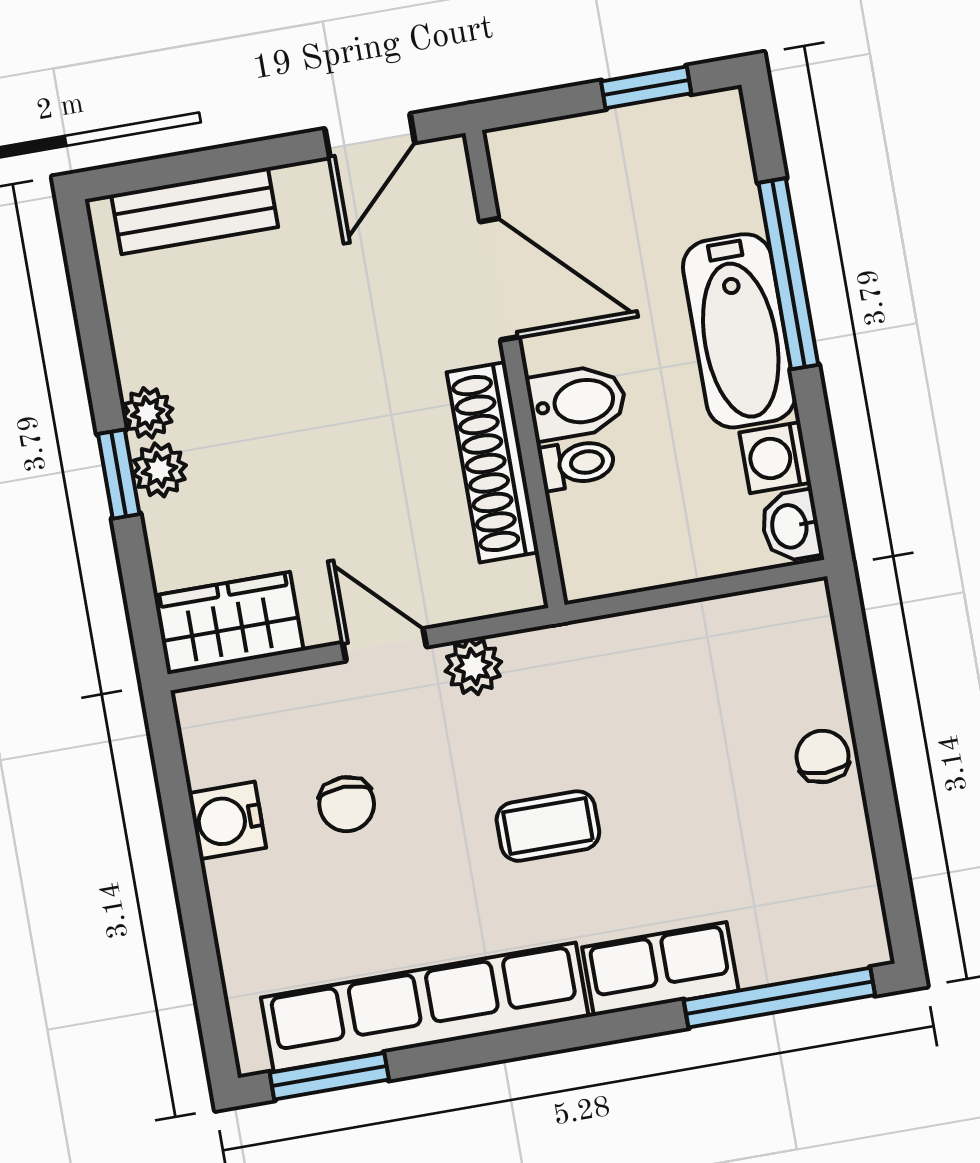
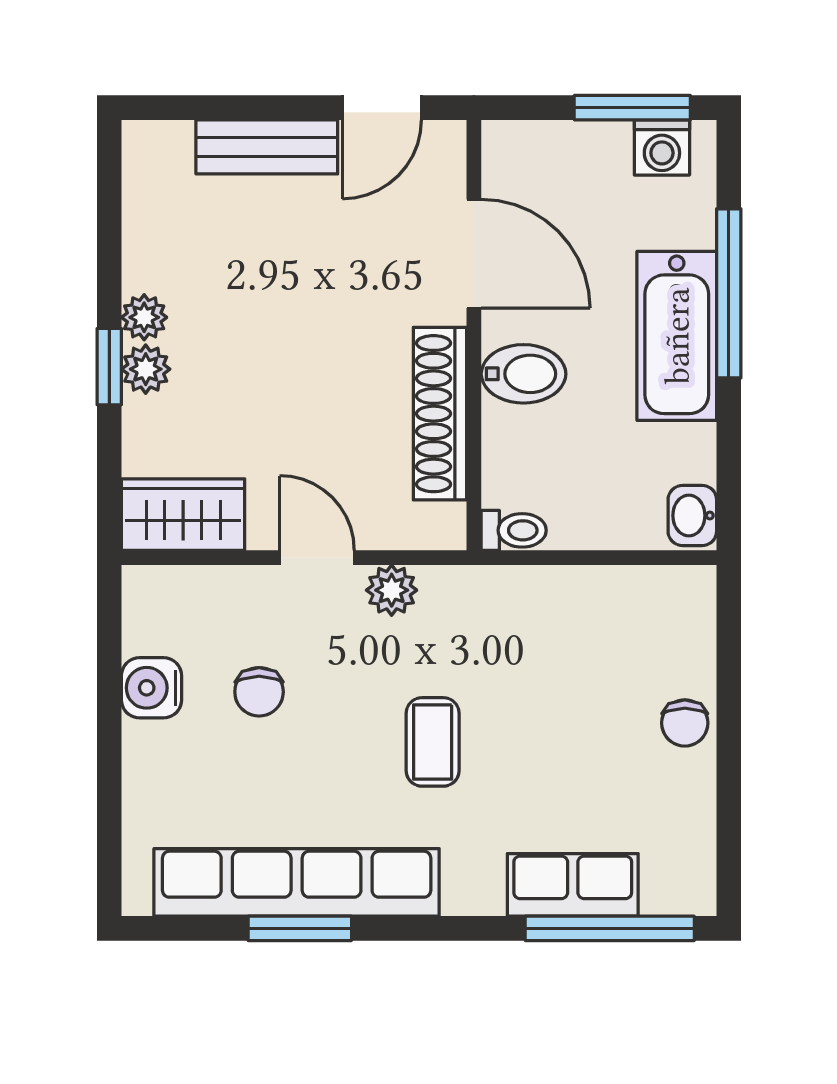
window: (646, 87) -> (632, 108), width x1.50
bench: (195, 211) -> (267, 147), moved
washing machine: (775, 458) -> (662, 147), moved, turned -90
toilet: (577, 464) -> (514, 530), moved
chair: (823, 756) -> (685, 723), turned 180
coffee table: (548, 826) -> (433, 742), turned 90
row of seats: (660, 969) -> (573, 885), moved
window: (329, 1076) -> (300, 928), moved

